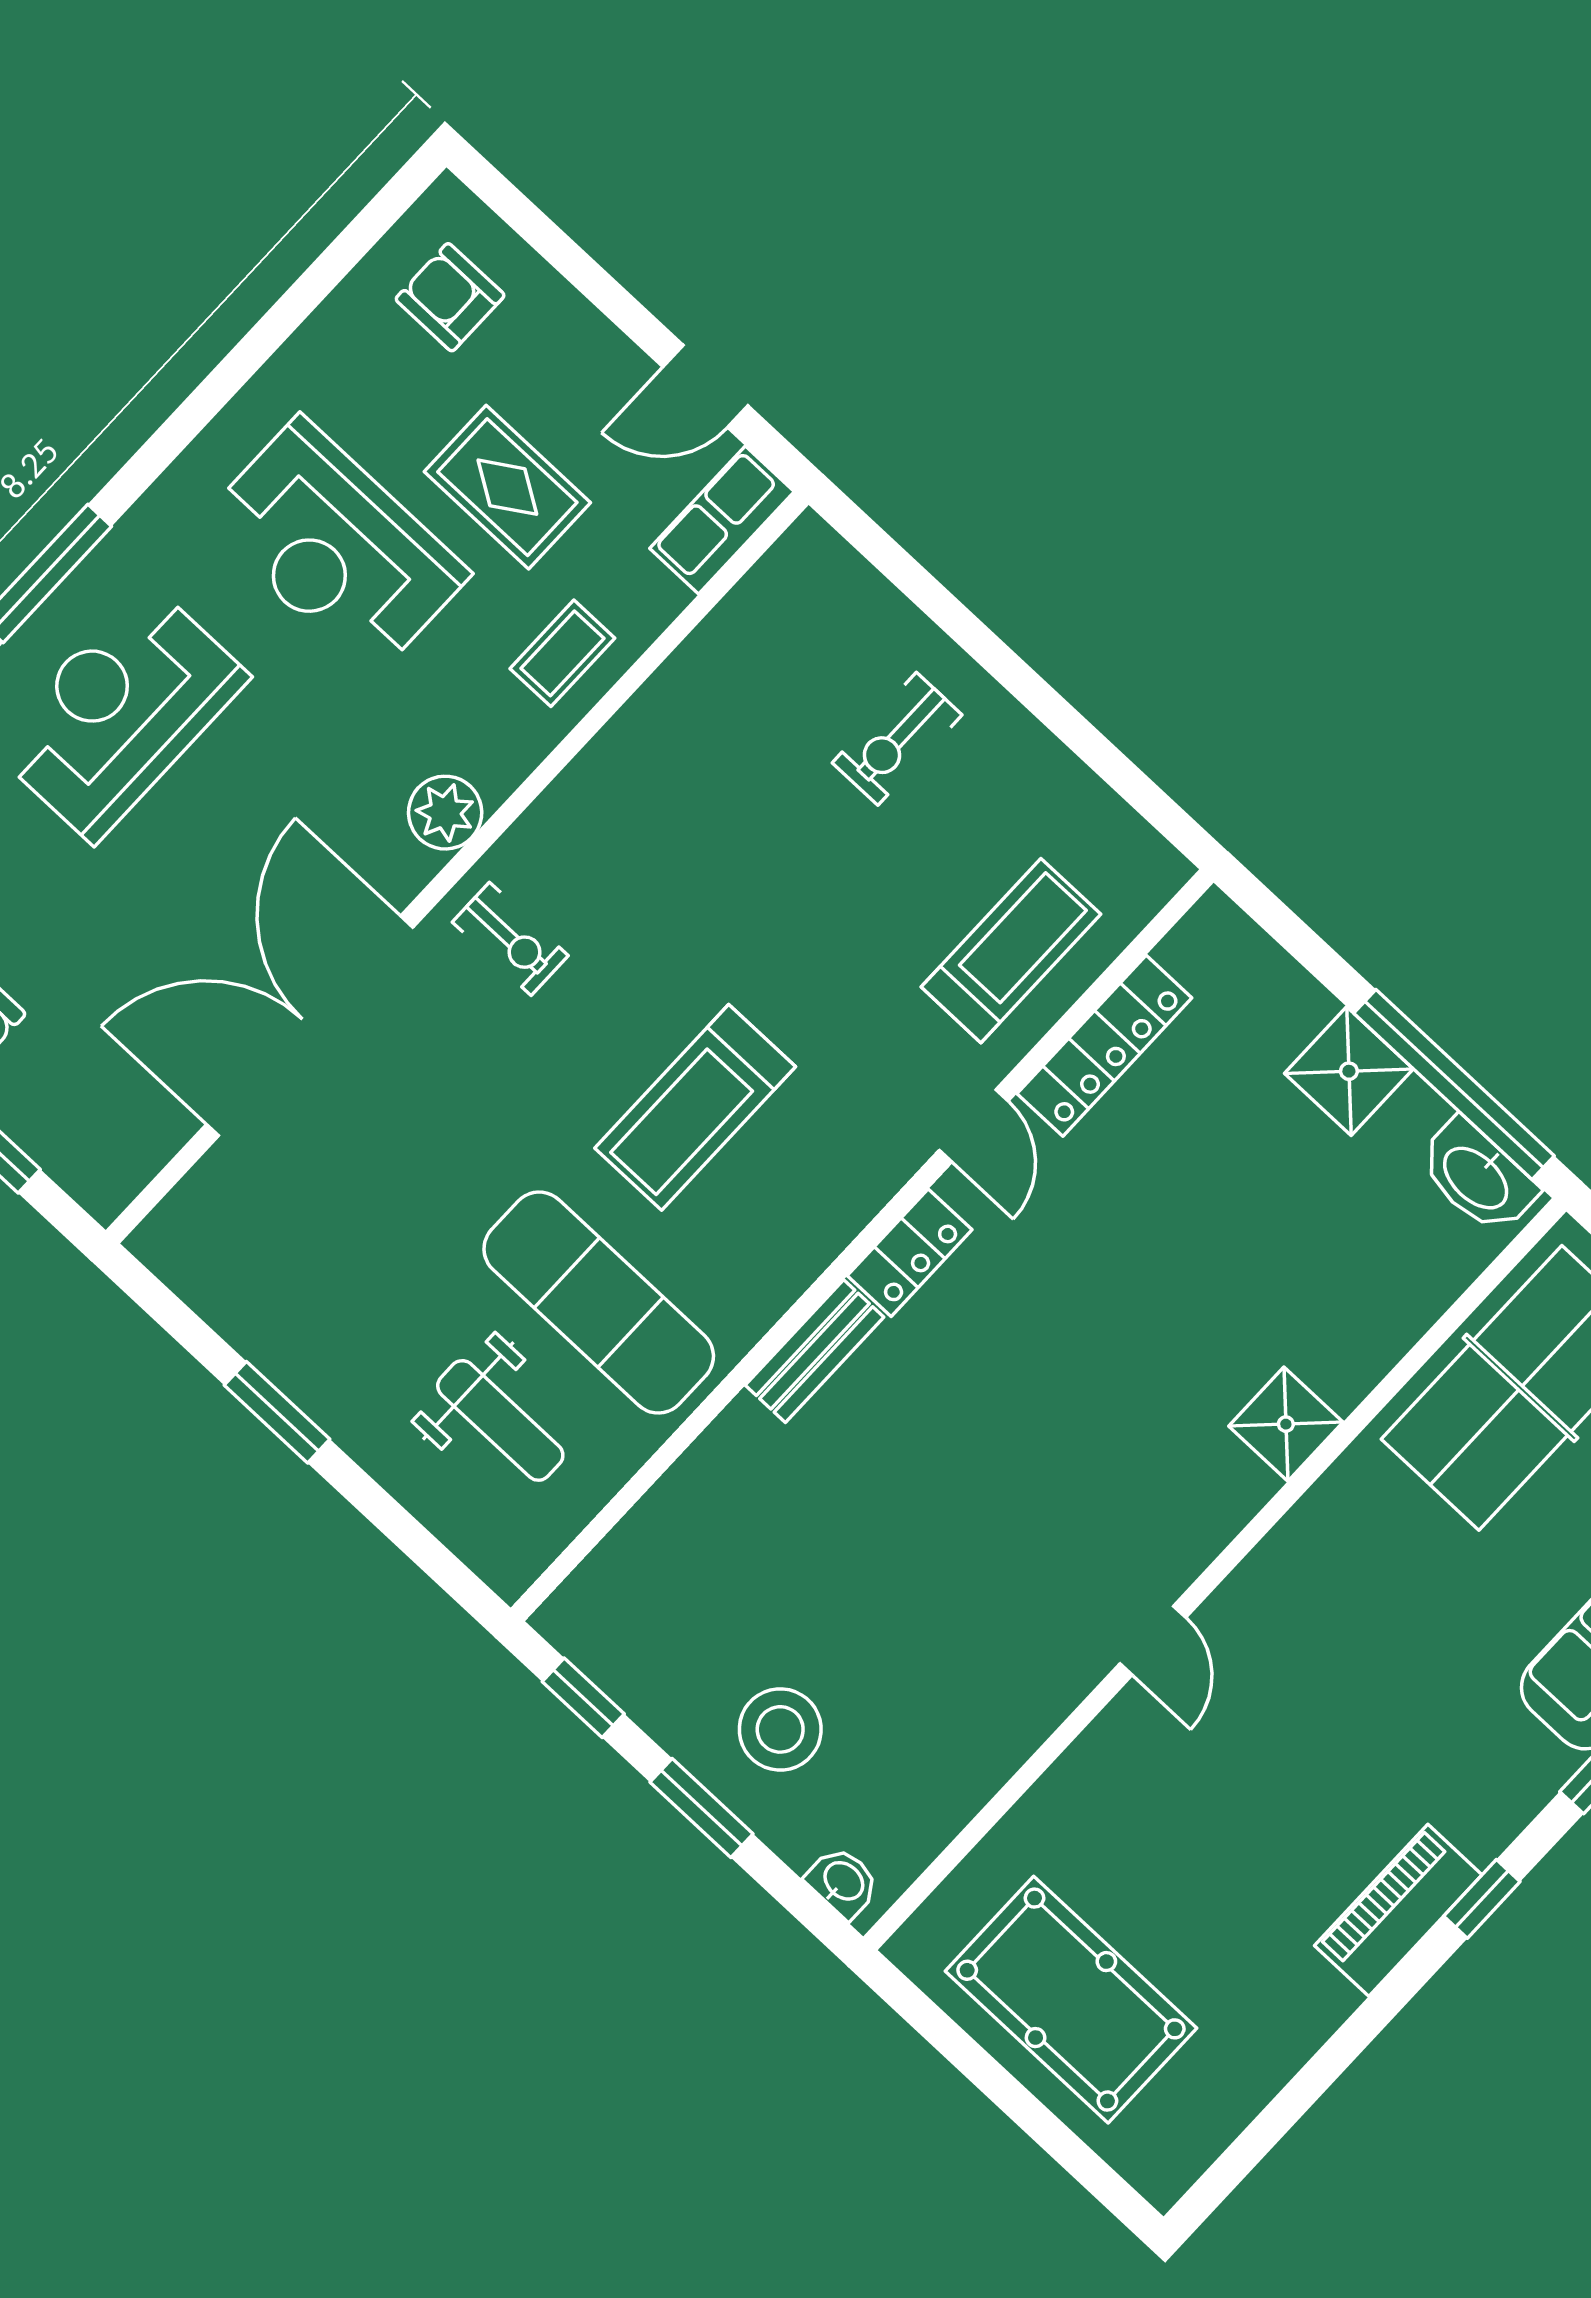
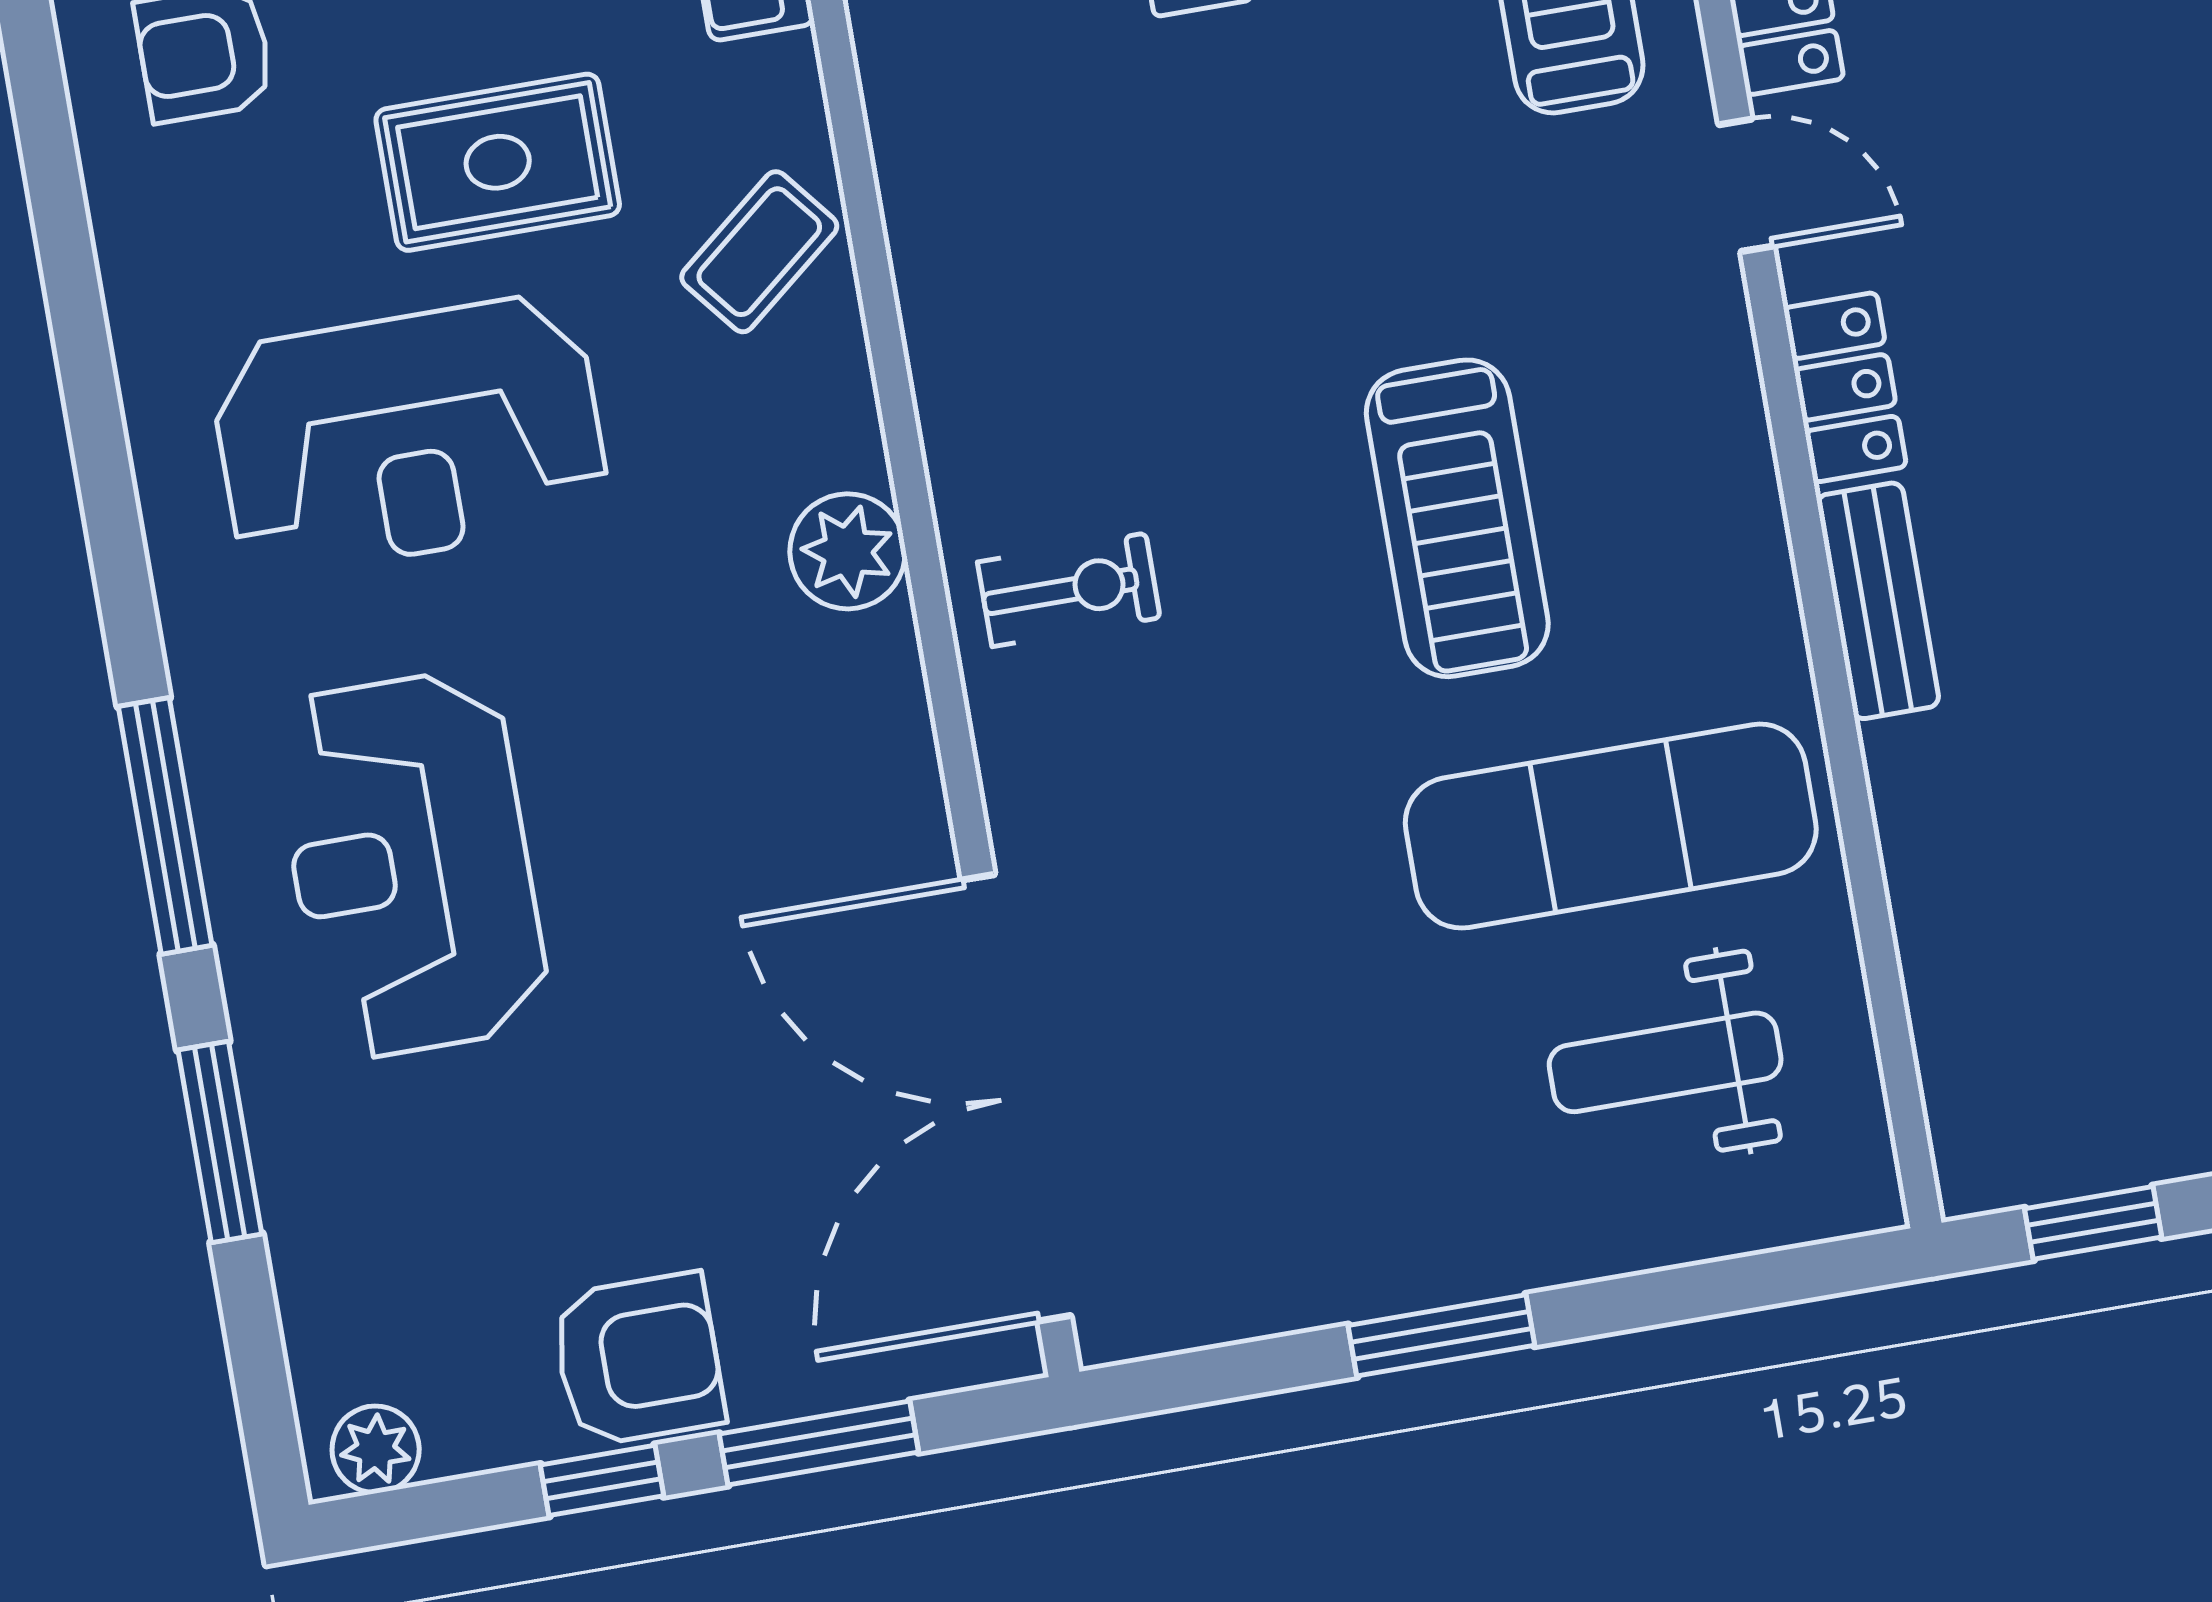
coffee table: (562, 653) -> (759, 252), turned 51
double door: (310, 1026) -> (1016, 1098), moved
weight bench: (500, 1420) -> (1665, 1062), turned 180

